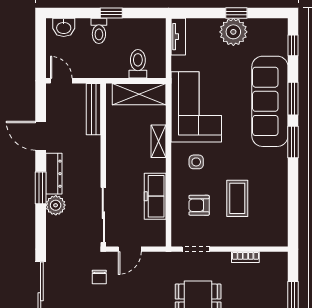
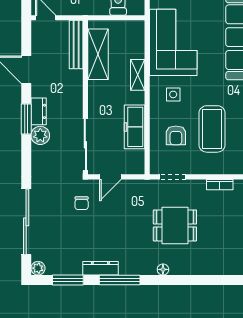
shelving: (139, 94) -> (98, 54), moved, turned 90
dresser: (54, 174) -> (39, 111), width x0.70
coffee table: (237, 198) -> (212, 129), width x1.36, depth x1.32
armchair: (199, 205) -> (176, 135), turned -90

